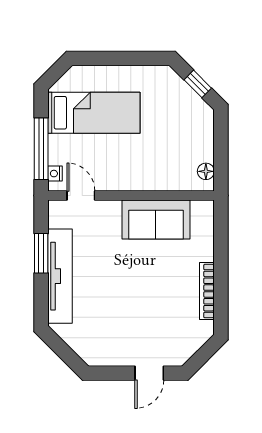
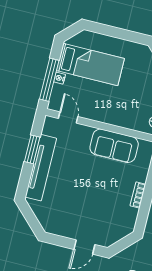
nightstand: (55, 174) -> (60, 78), moved
bookcase: (207, 291) -> (138, 195), width x0.64

